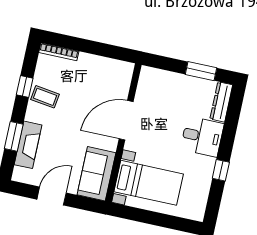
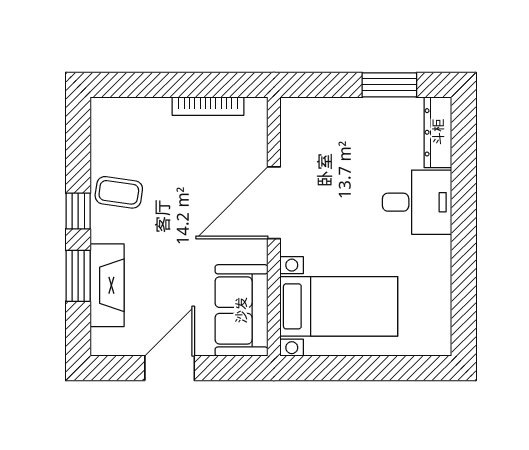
bookcase: (59, 52) -> (208, 106), moved
window: (25, 87) -> (78, 211), moved
window: (221, 170) -> (464, 256), removed

